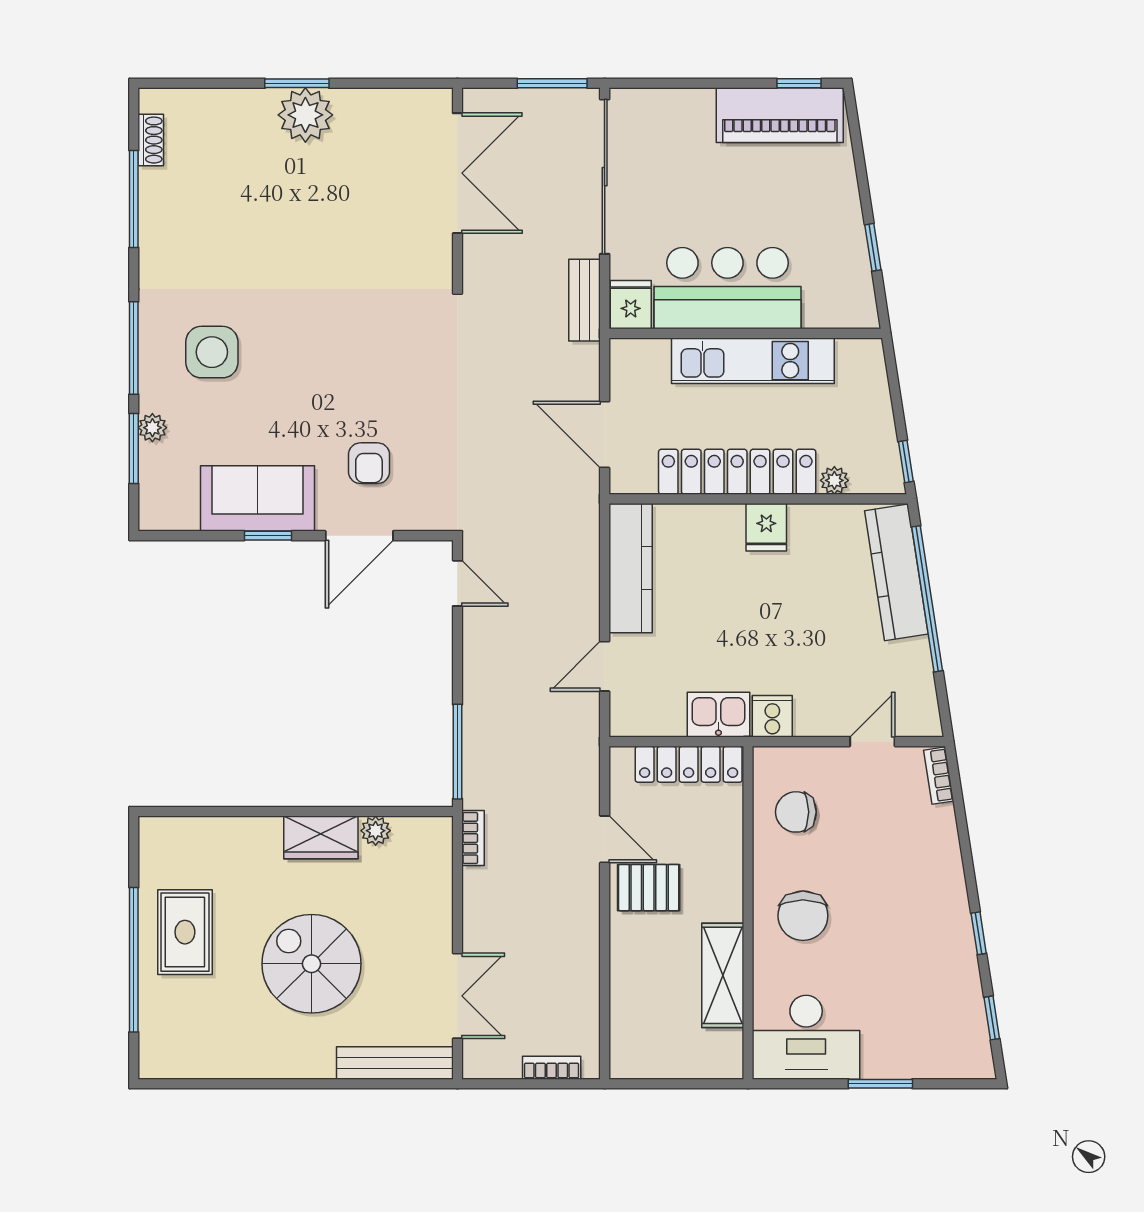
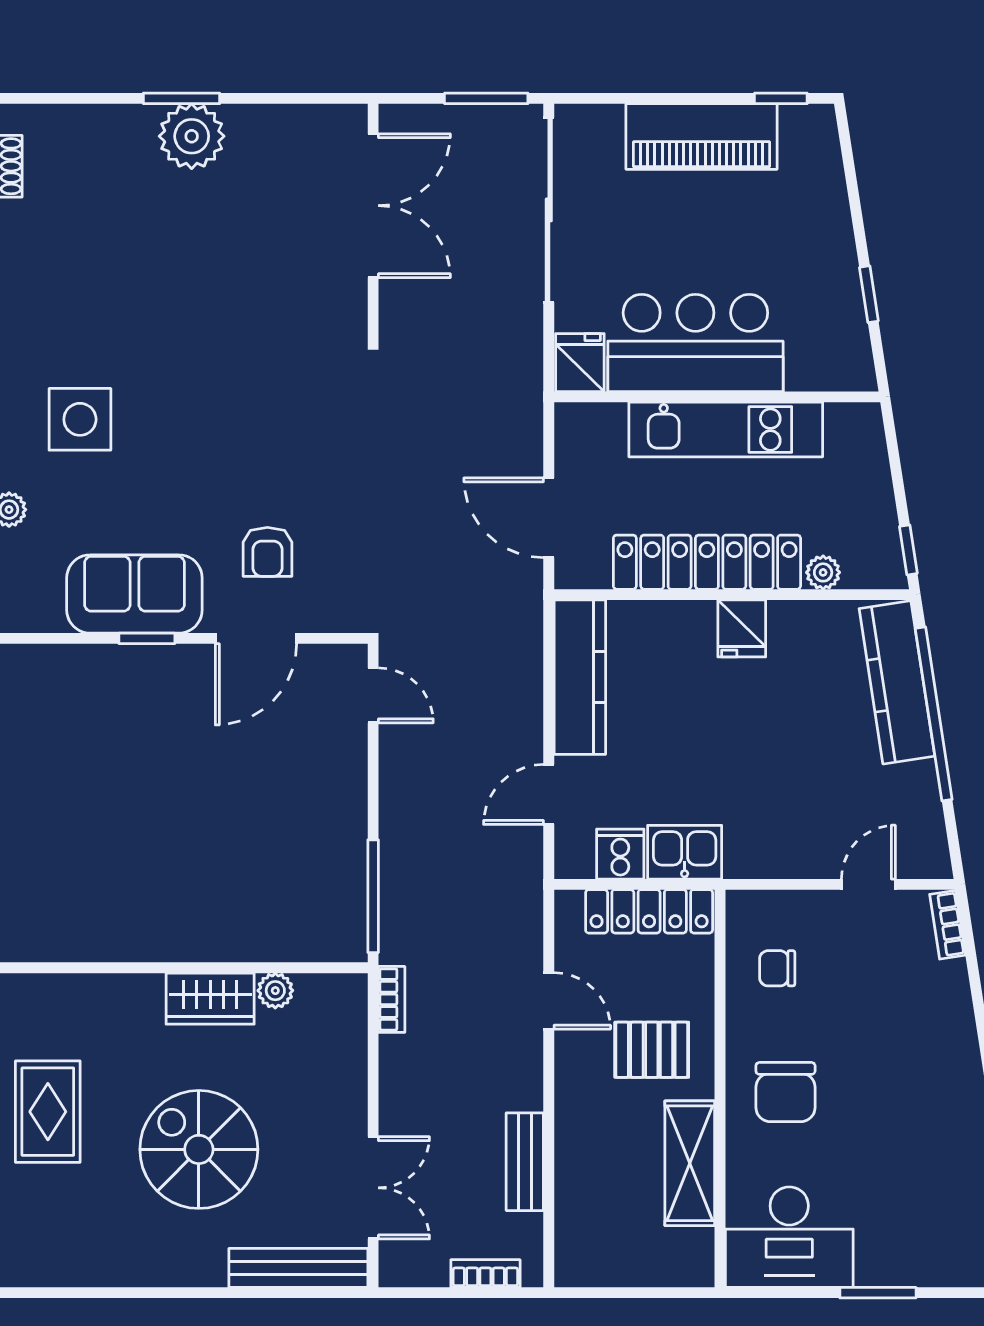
piano: (780, 115) -> (701, 136), moved
bench: (585, 300) -> (525, 1162), moved
cooker: (772, 716) -> (620, 854), moved
chair: (796, 812) -> (777, 968), width x0.73, depth x0.73
pallet: (649, 888) -> (652, 1050), moved

